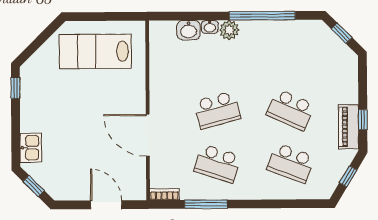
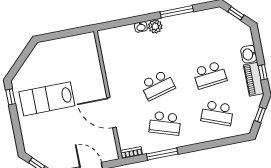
window: (262, 16) -> (177, 12), width x0.68
washbasin: (189, 30) -> (249, 54), moved, turned 90
lab bench: (95, 51) -> (47, 99), moved
school desk: (291, 110) -> (210, 75), turned -30
kitchen sink: (31, 148) -> (29, 137), removed

